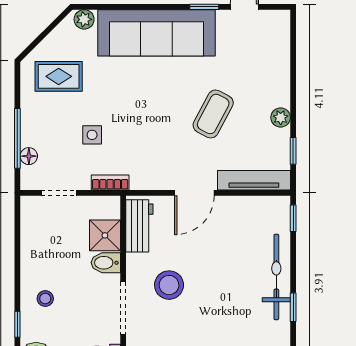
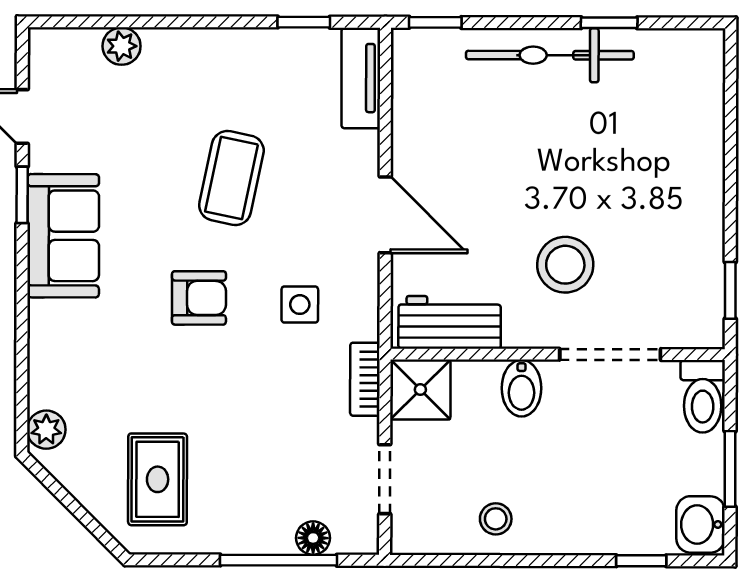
sofa: (156, 33) -> (63, 236), width x0.54, depth x0.79
armchair: (152, 97) -> (199, 298), added
coffee table: (213, 114) -> (231, 178), turned 74
plant: (281, 118) -> (122, 46), moved
side table: (92, 135) -> (300, 305), moved
tv unit: (254, 180) -> (361, 78), width x0.71
shower: (105, 235) -> (420, 390), moved
stool: (45, 299) -> (496, 519), moved

